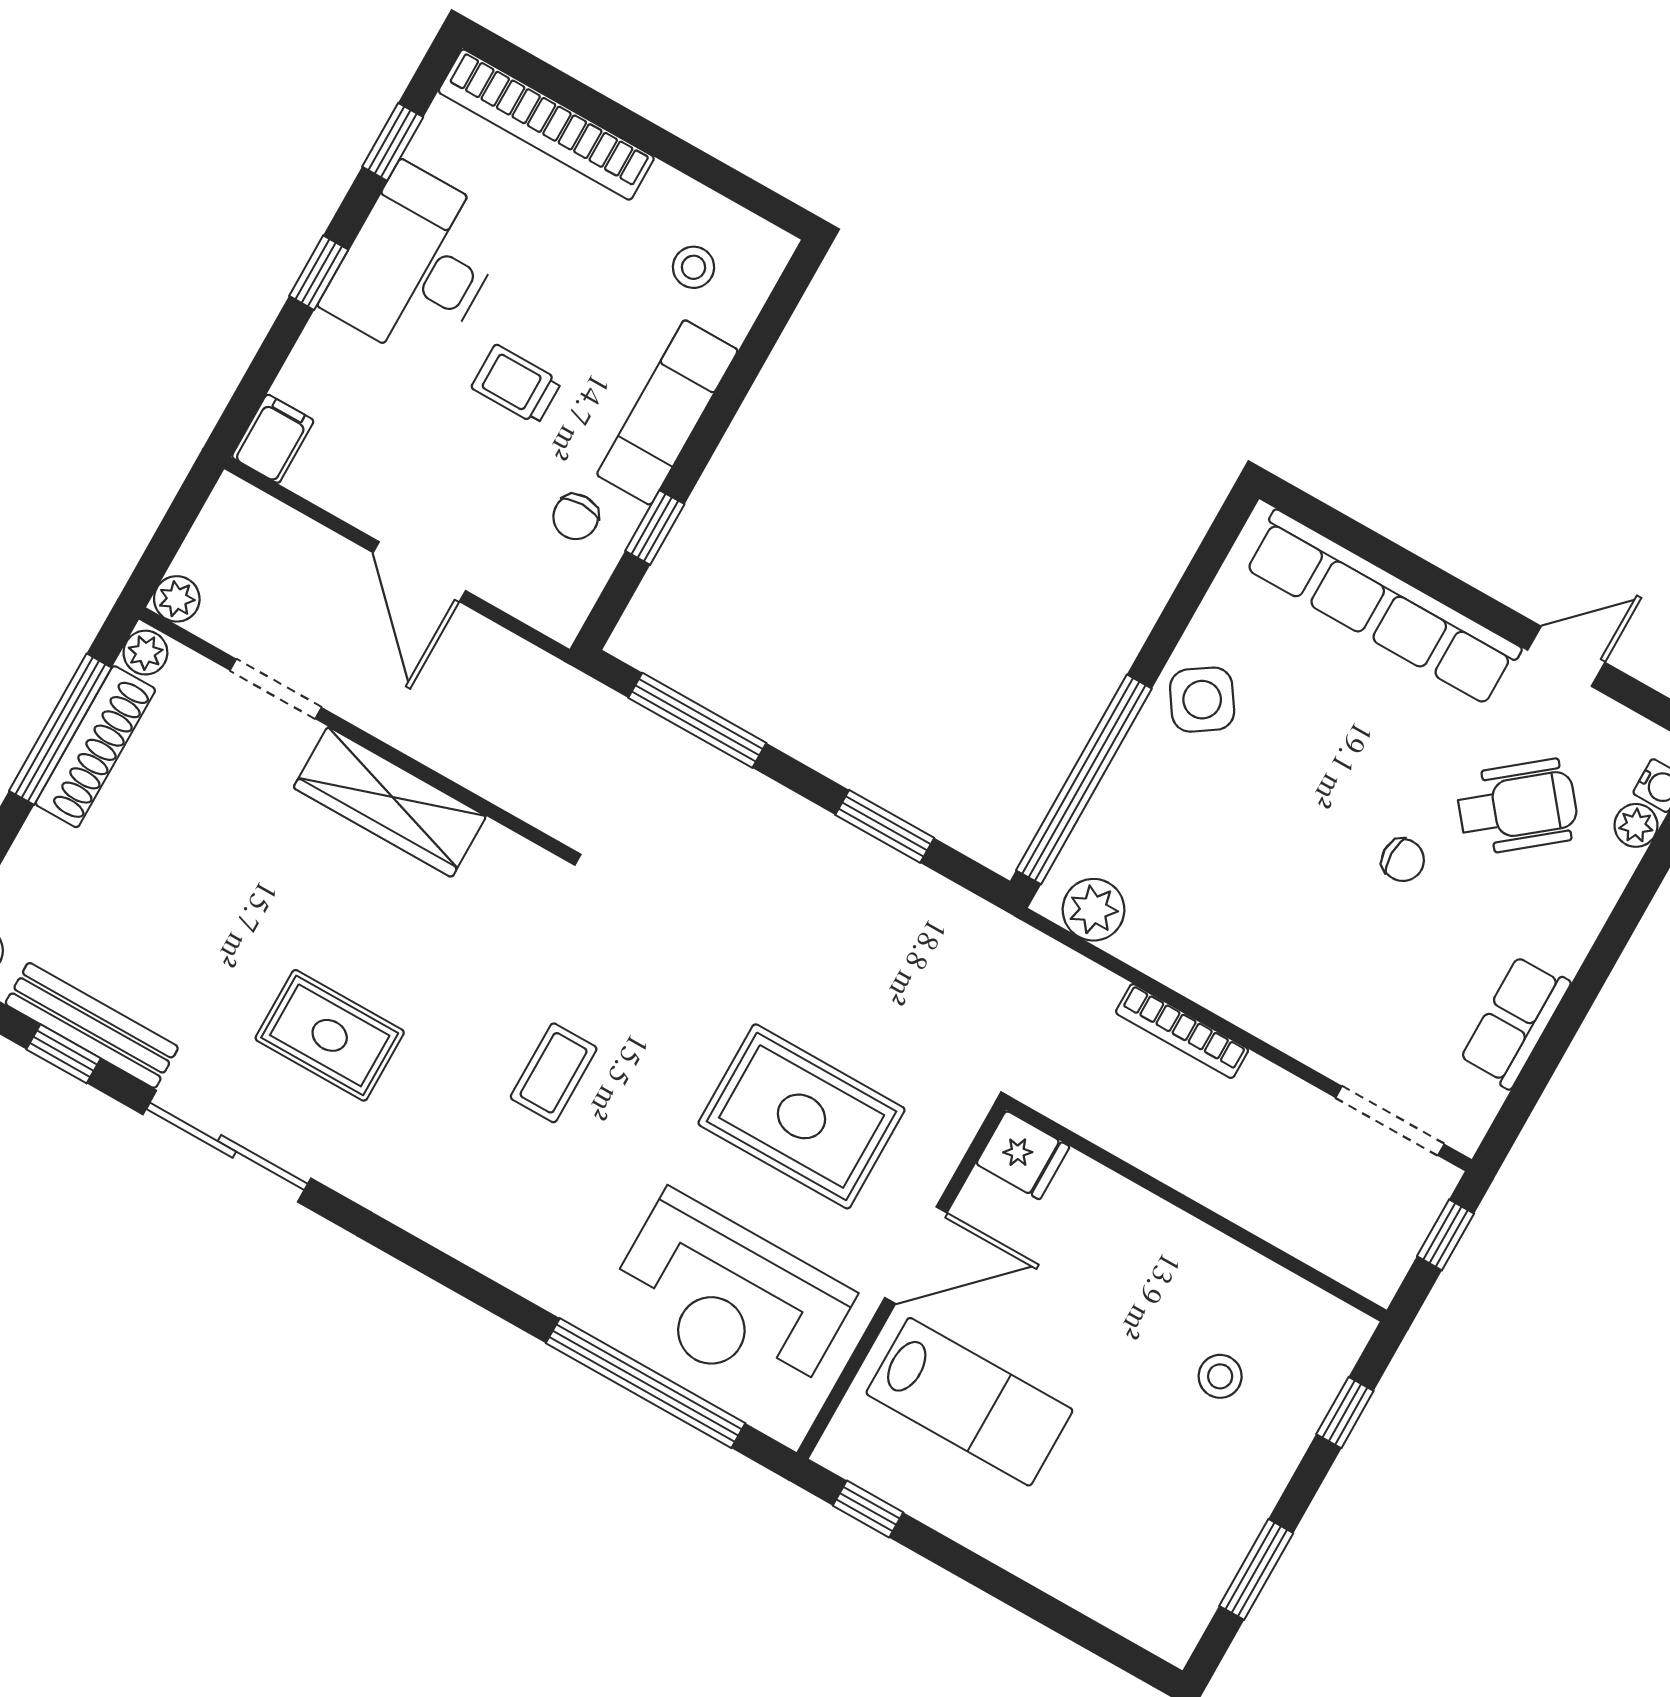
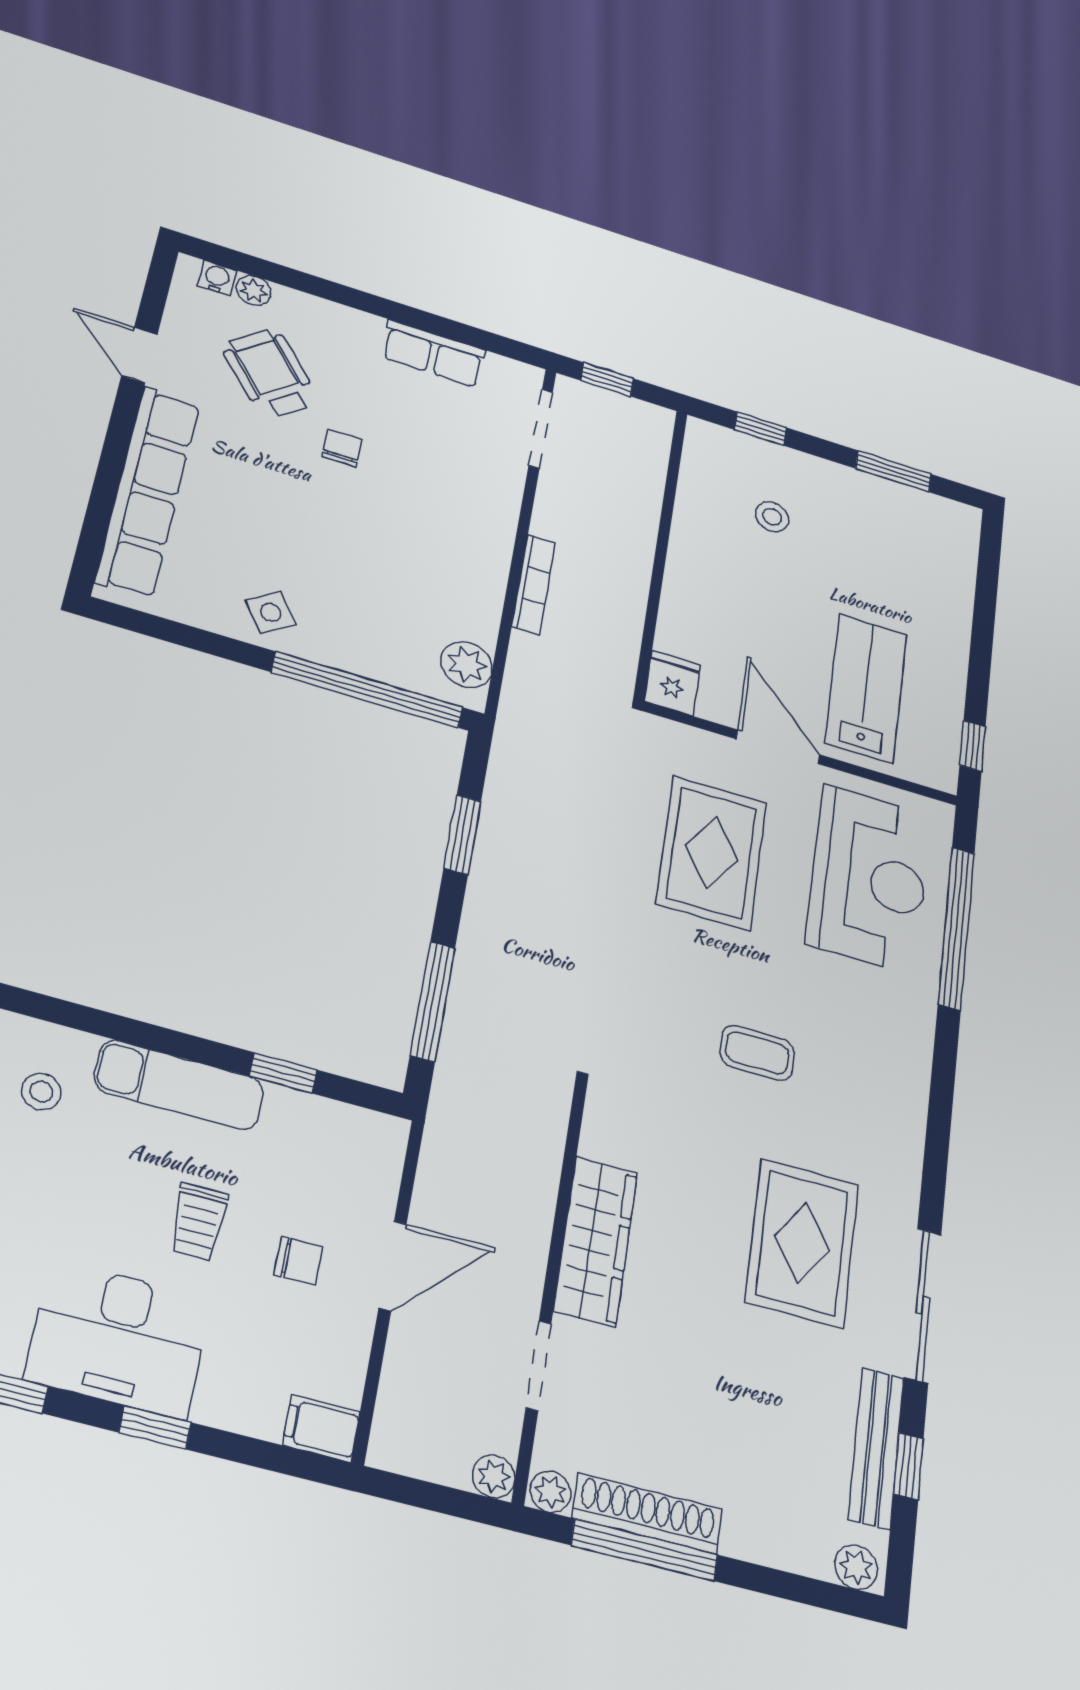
chair: (576, 517) -> (298, 1261), moved
side table: (1202, 700) -> (271, 612), width x0.73, depth x0.73
rug: (330, 1035) -> (802, 1243), width x1.36, depth x1.43

